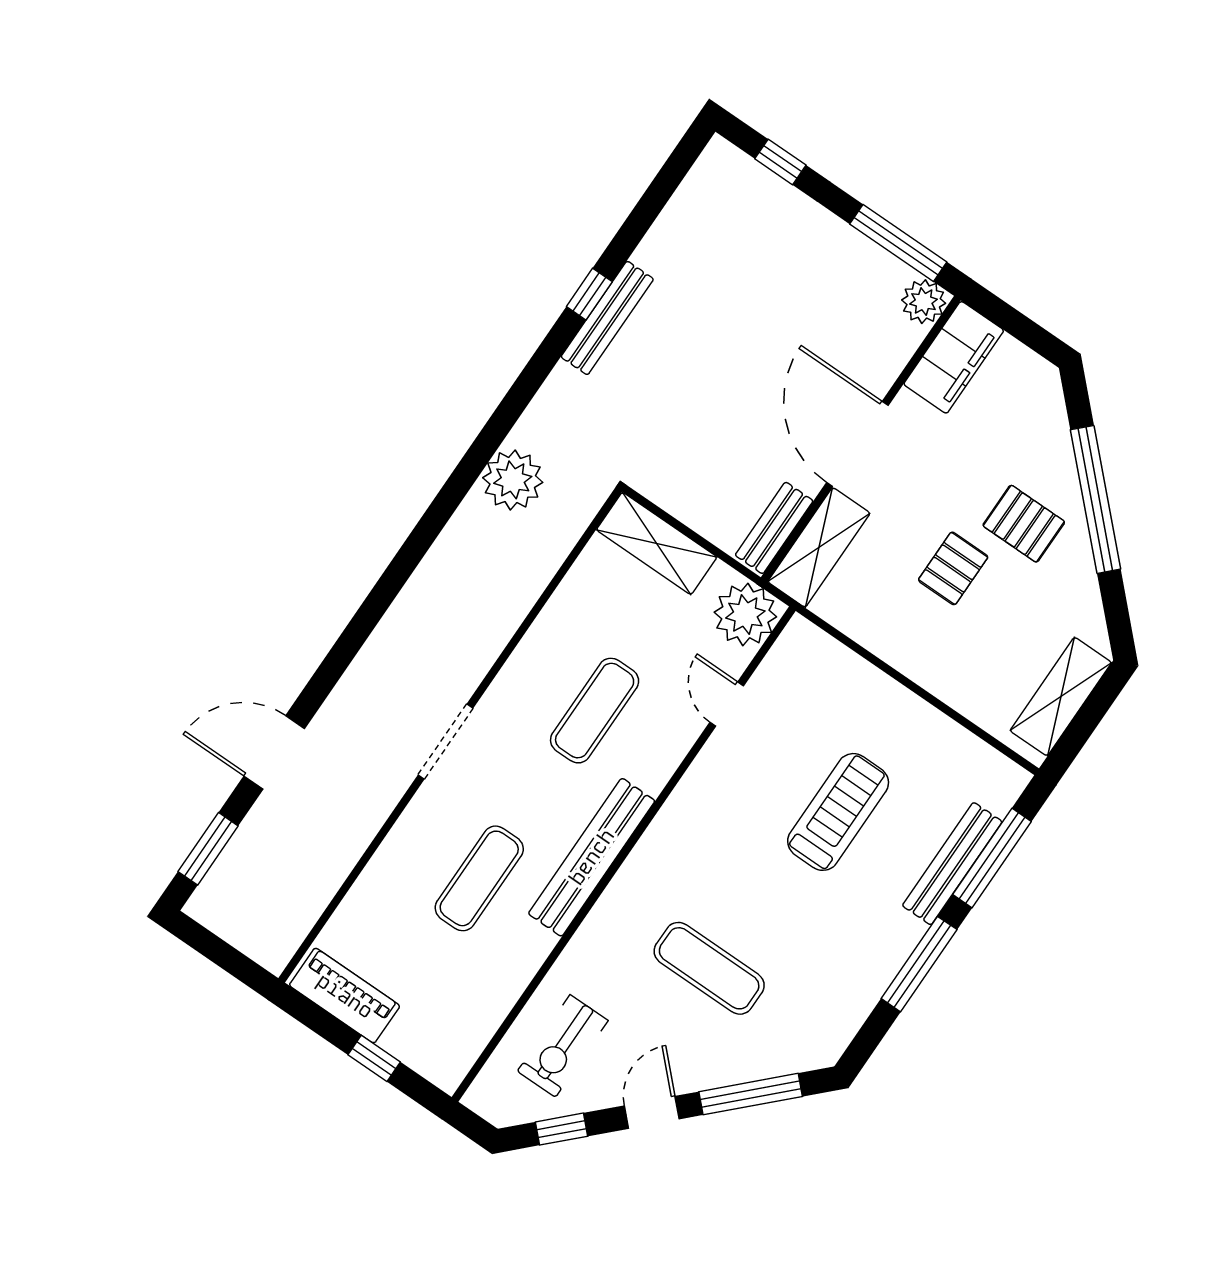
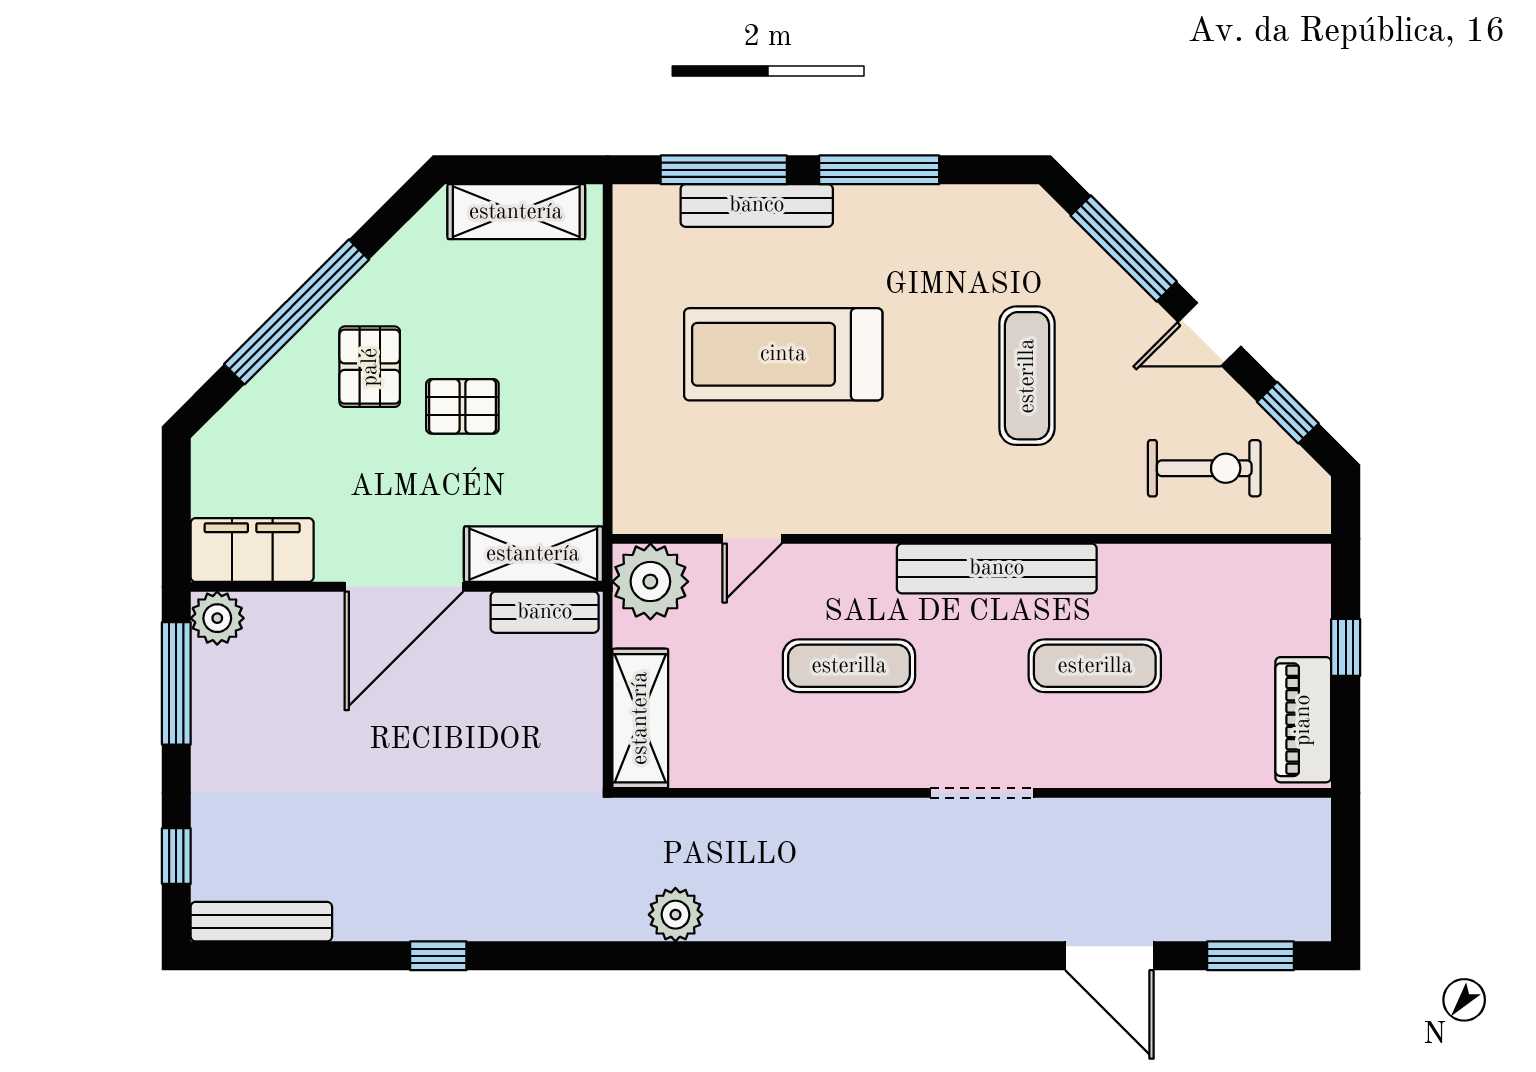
bench: (607, 318) -> (261, 922), moved
plant: (513, 480) -> (675, 915), width x0.73, depth x0.73
treadmill: (838, 812) -> (783, 354), width x1.37, depth x1.38

